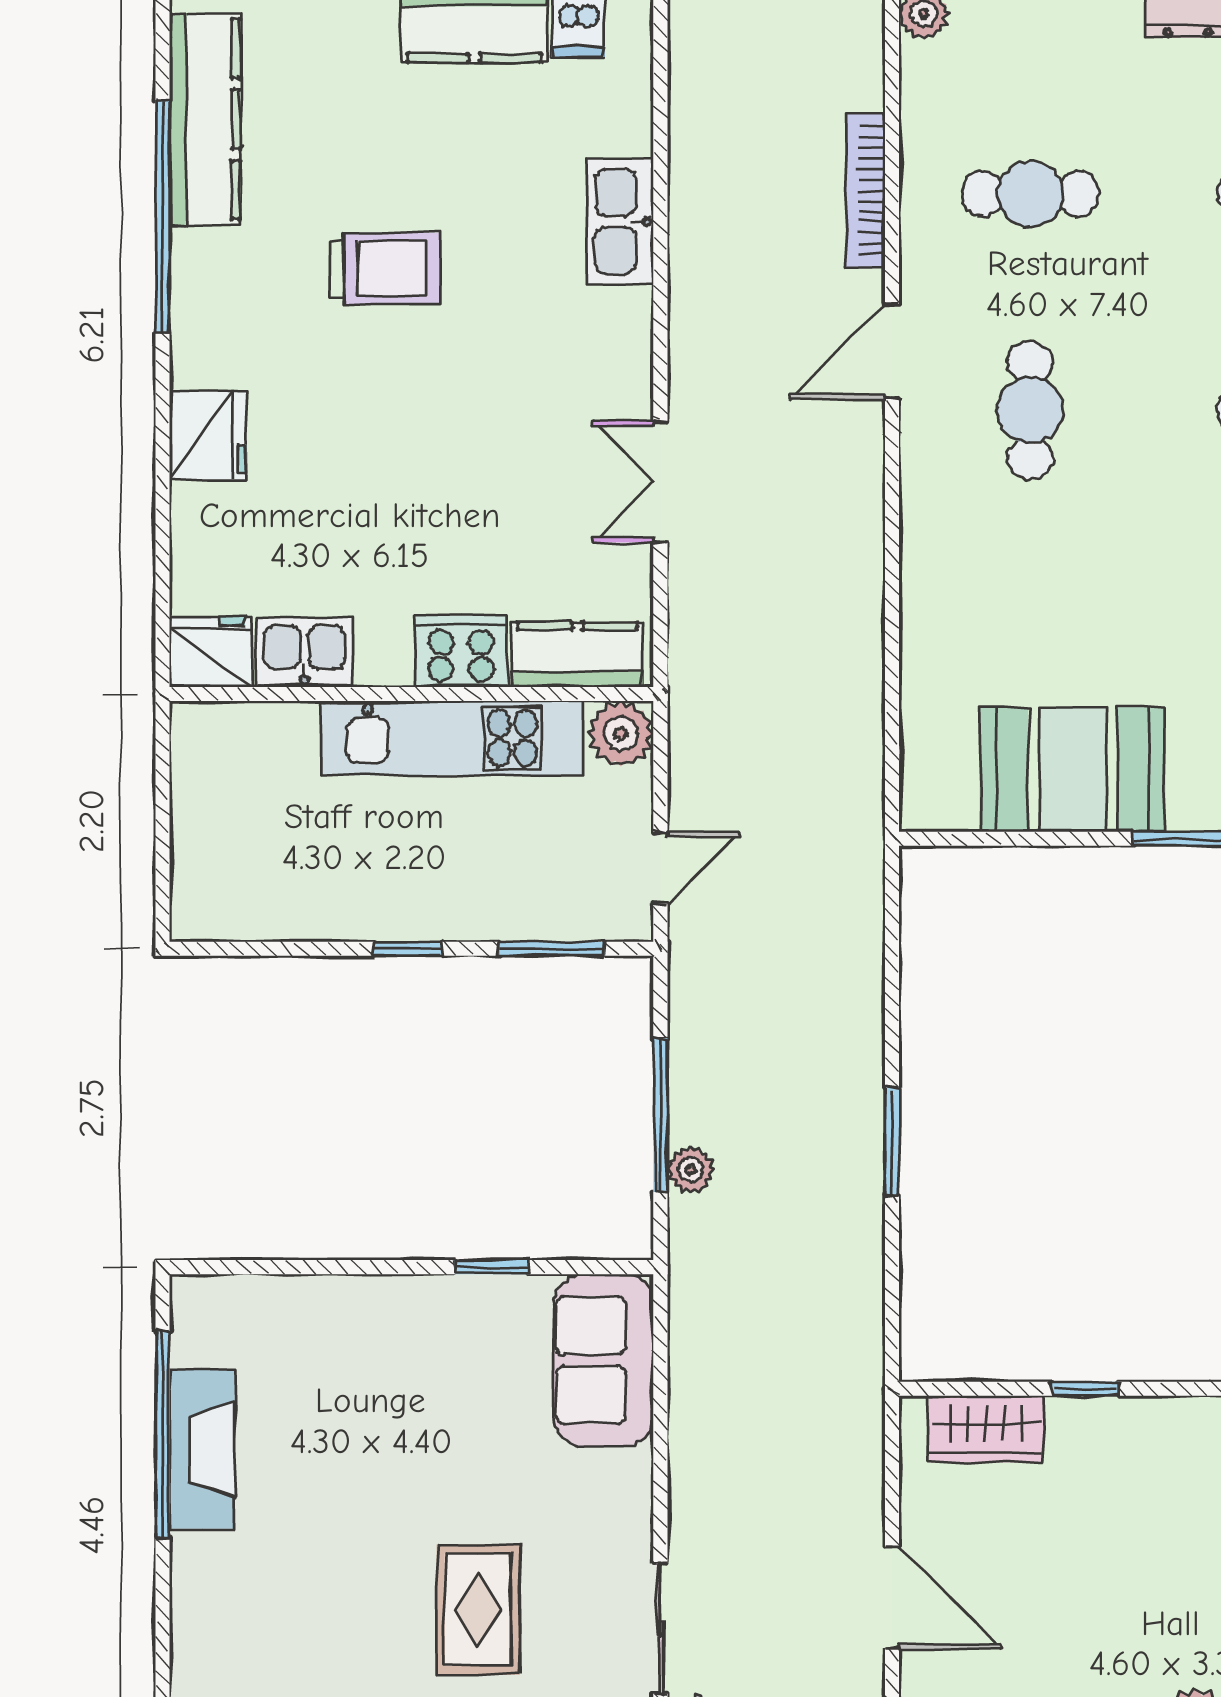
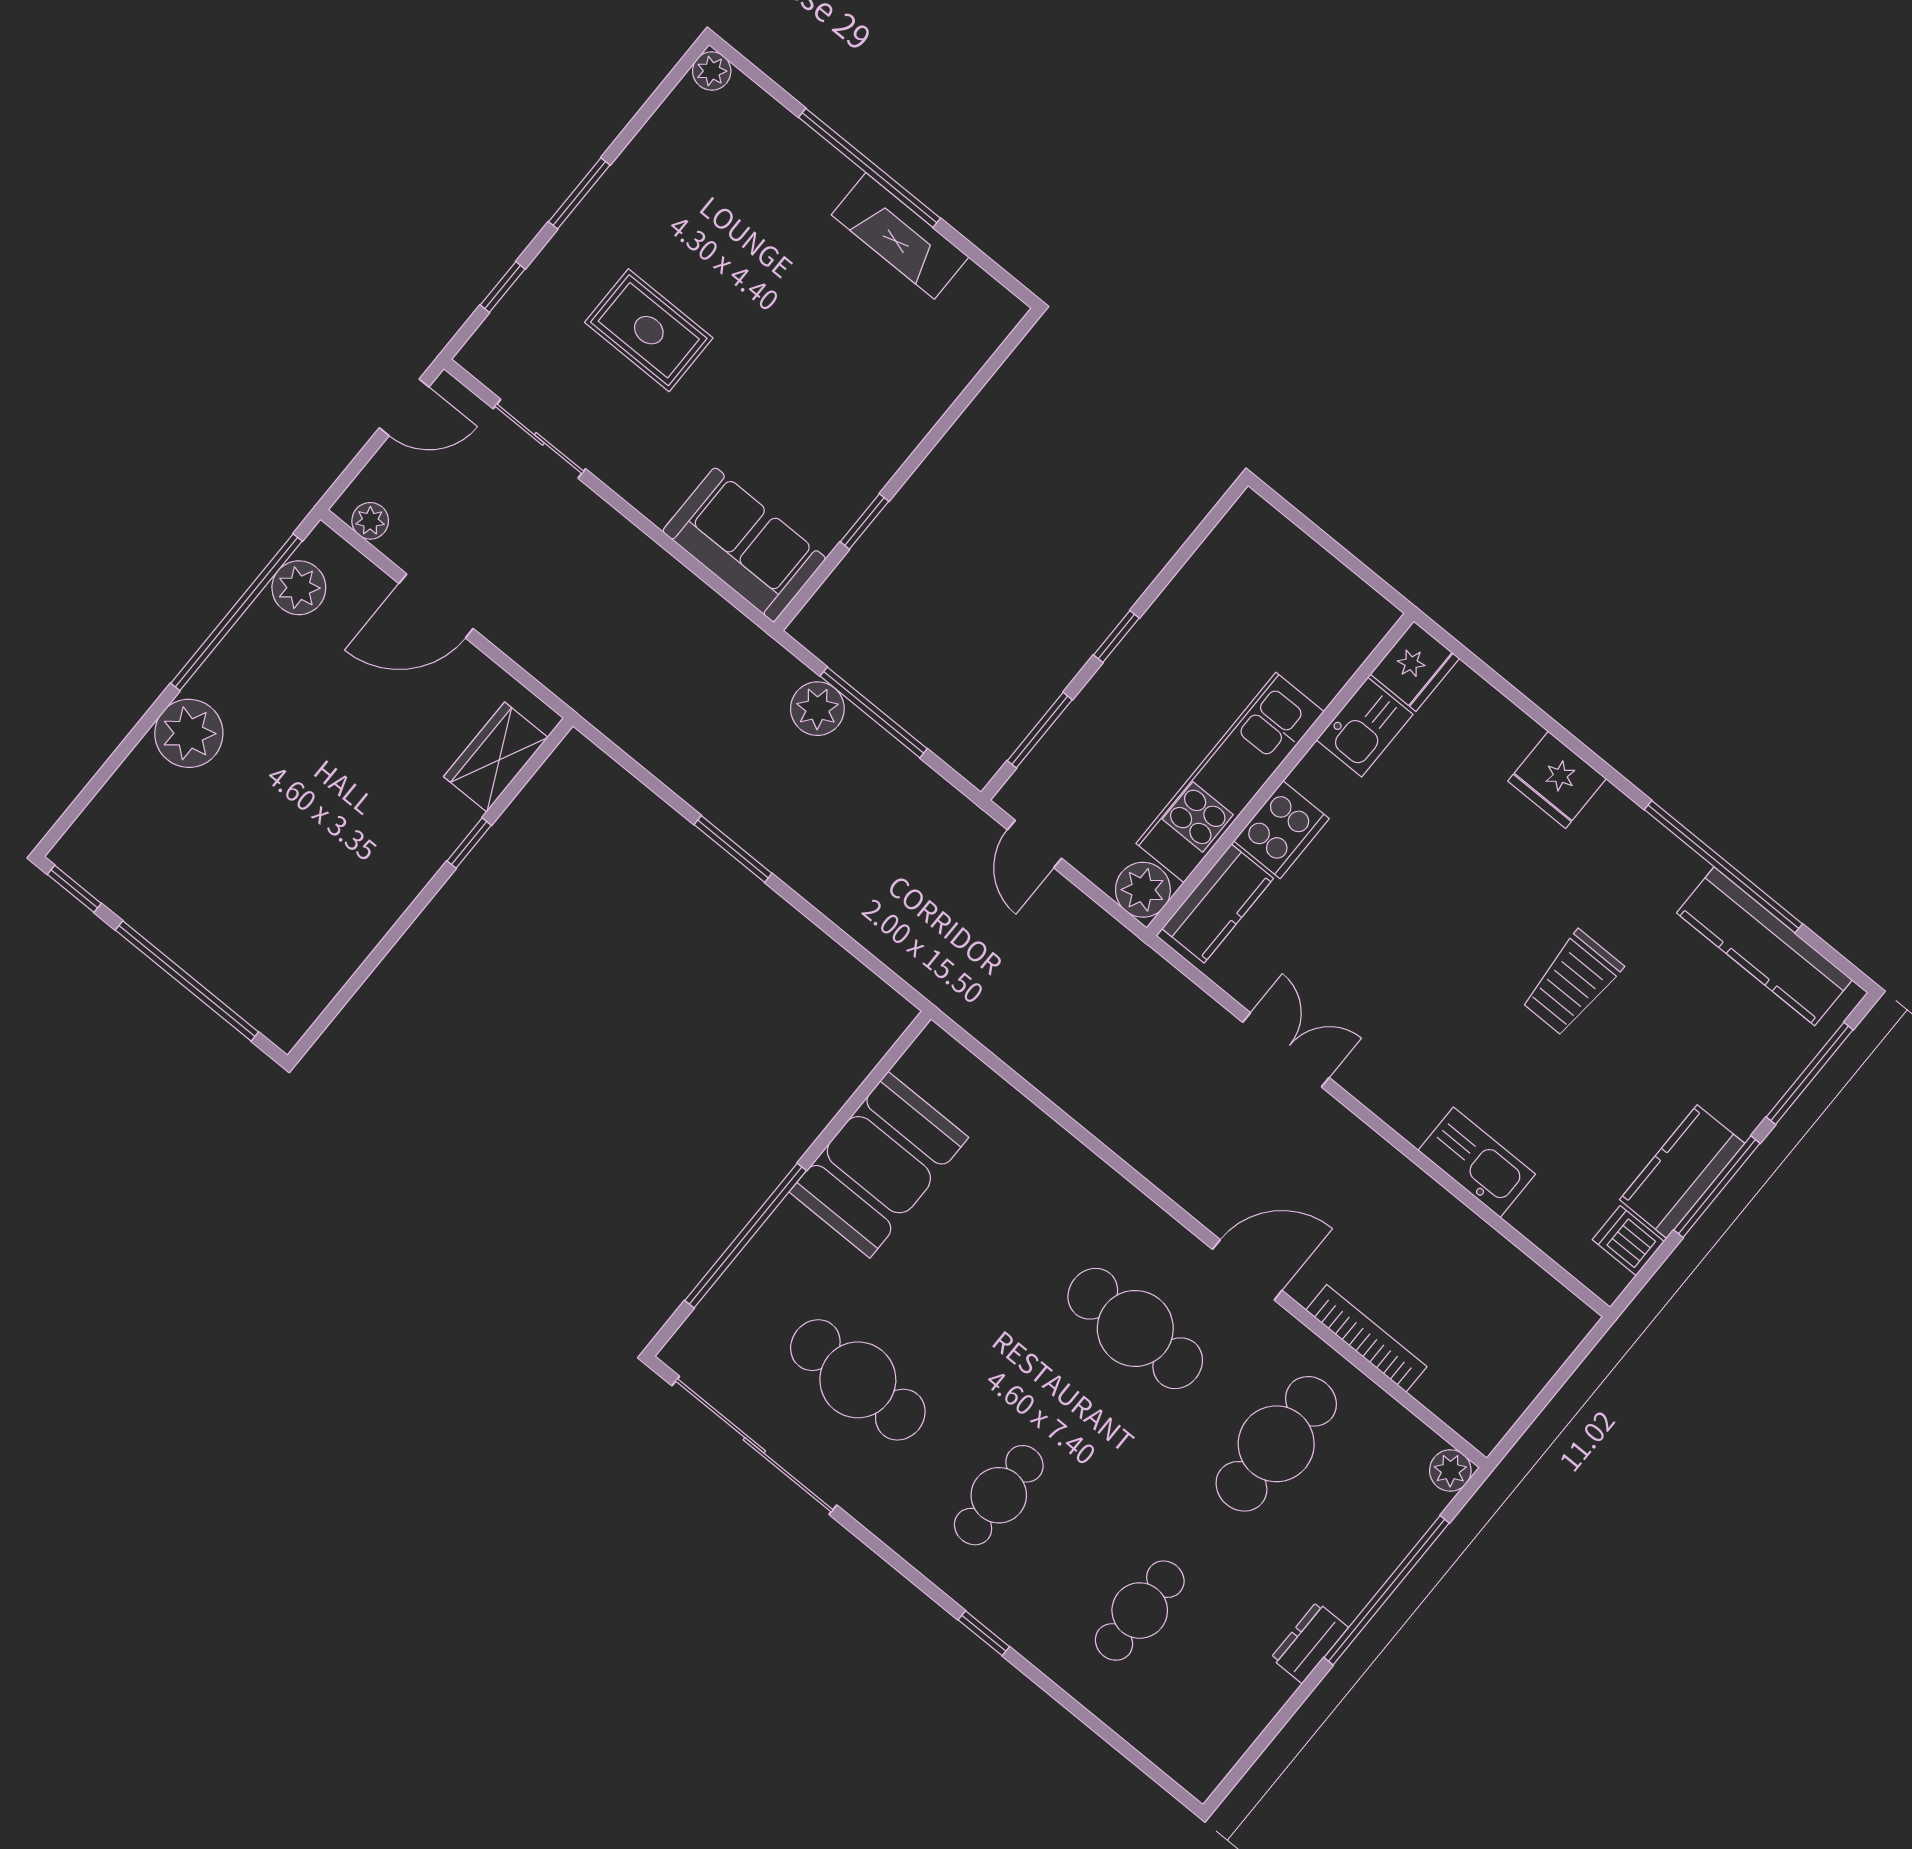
cafe table: (1030, 194) -> (1276, 1444), width x1.37, depth x1.35
door: (892, 352) -> (1247, 1270), hinge flipped
cafe table: (1030, 410) -> (1135, 1328), width x1.37, depth x1.35
plant: (691, 1170) -> (817, 709), width x1.38, depth x1.38
window: (163, 1435) -> (869, 168), moved

